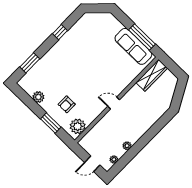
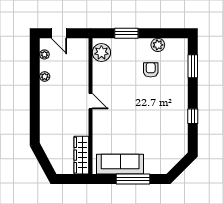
window: (142, 37) -> (133, 179), moved
door: (114, 103) -> (91, 101), hinge flipped
armchair: (67, 104) -> (151, 70), moved
door: (92, 164) -> (59, 33), swing flipped

